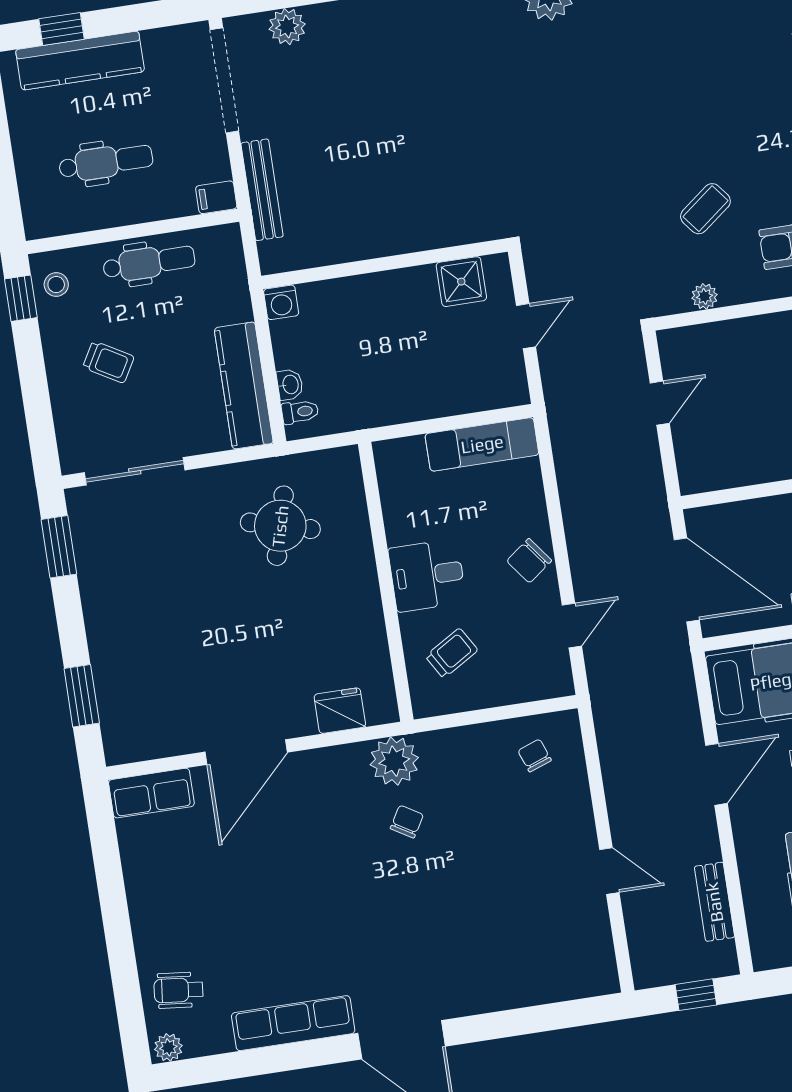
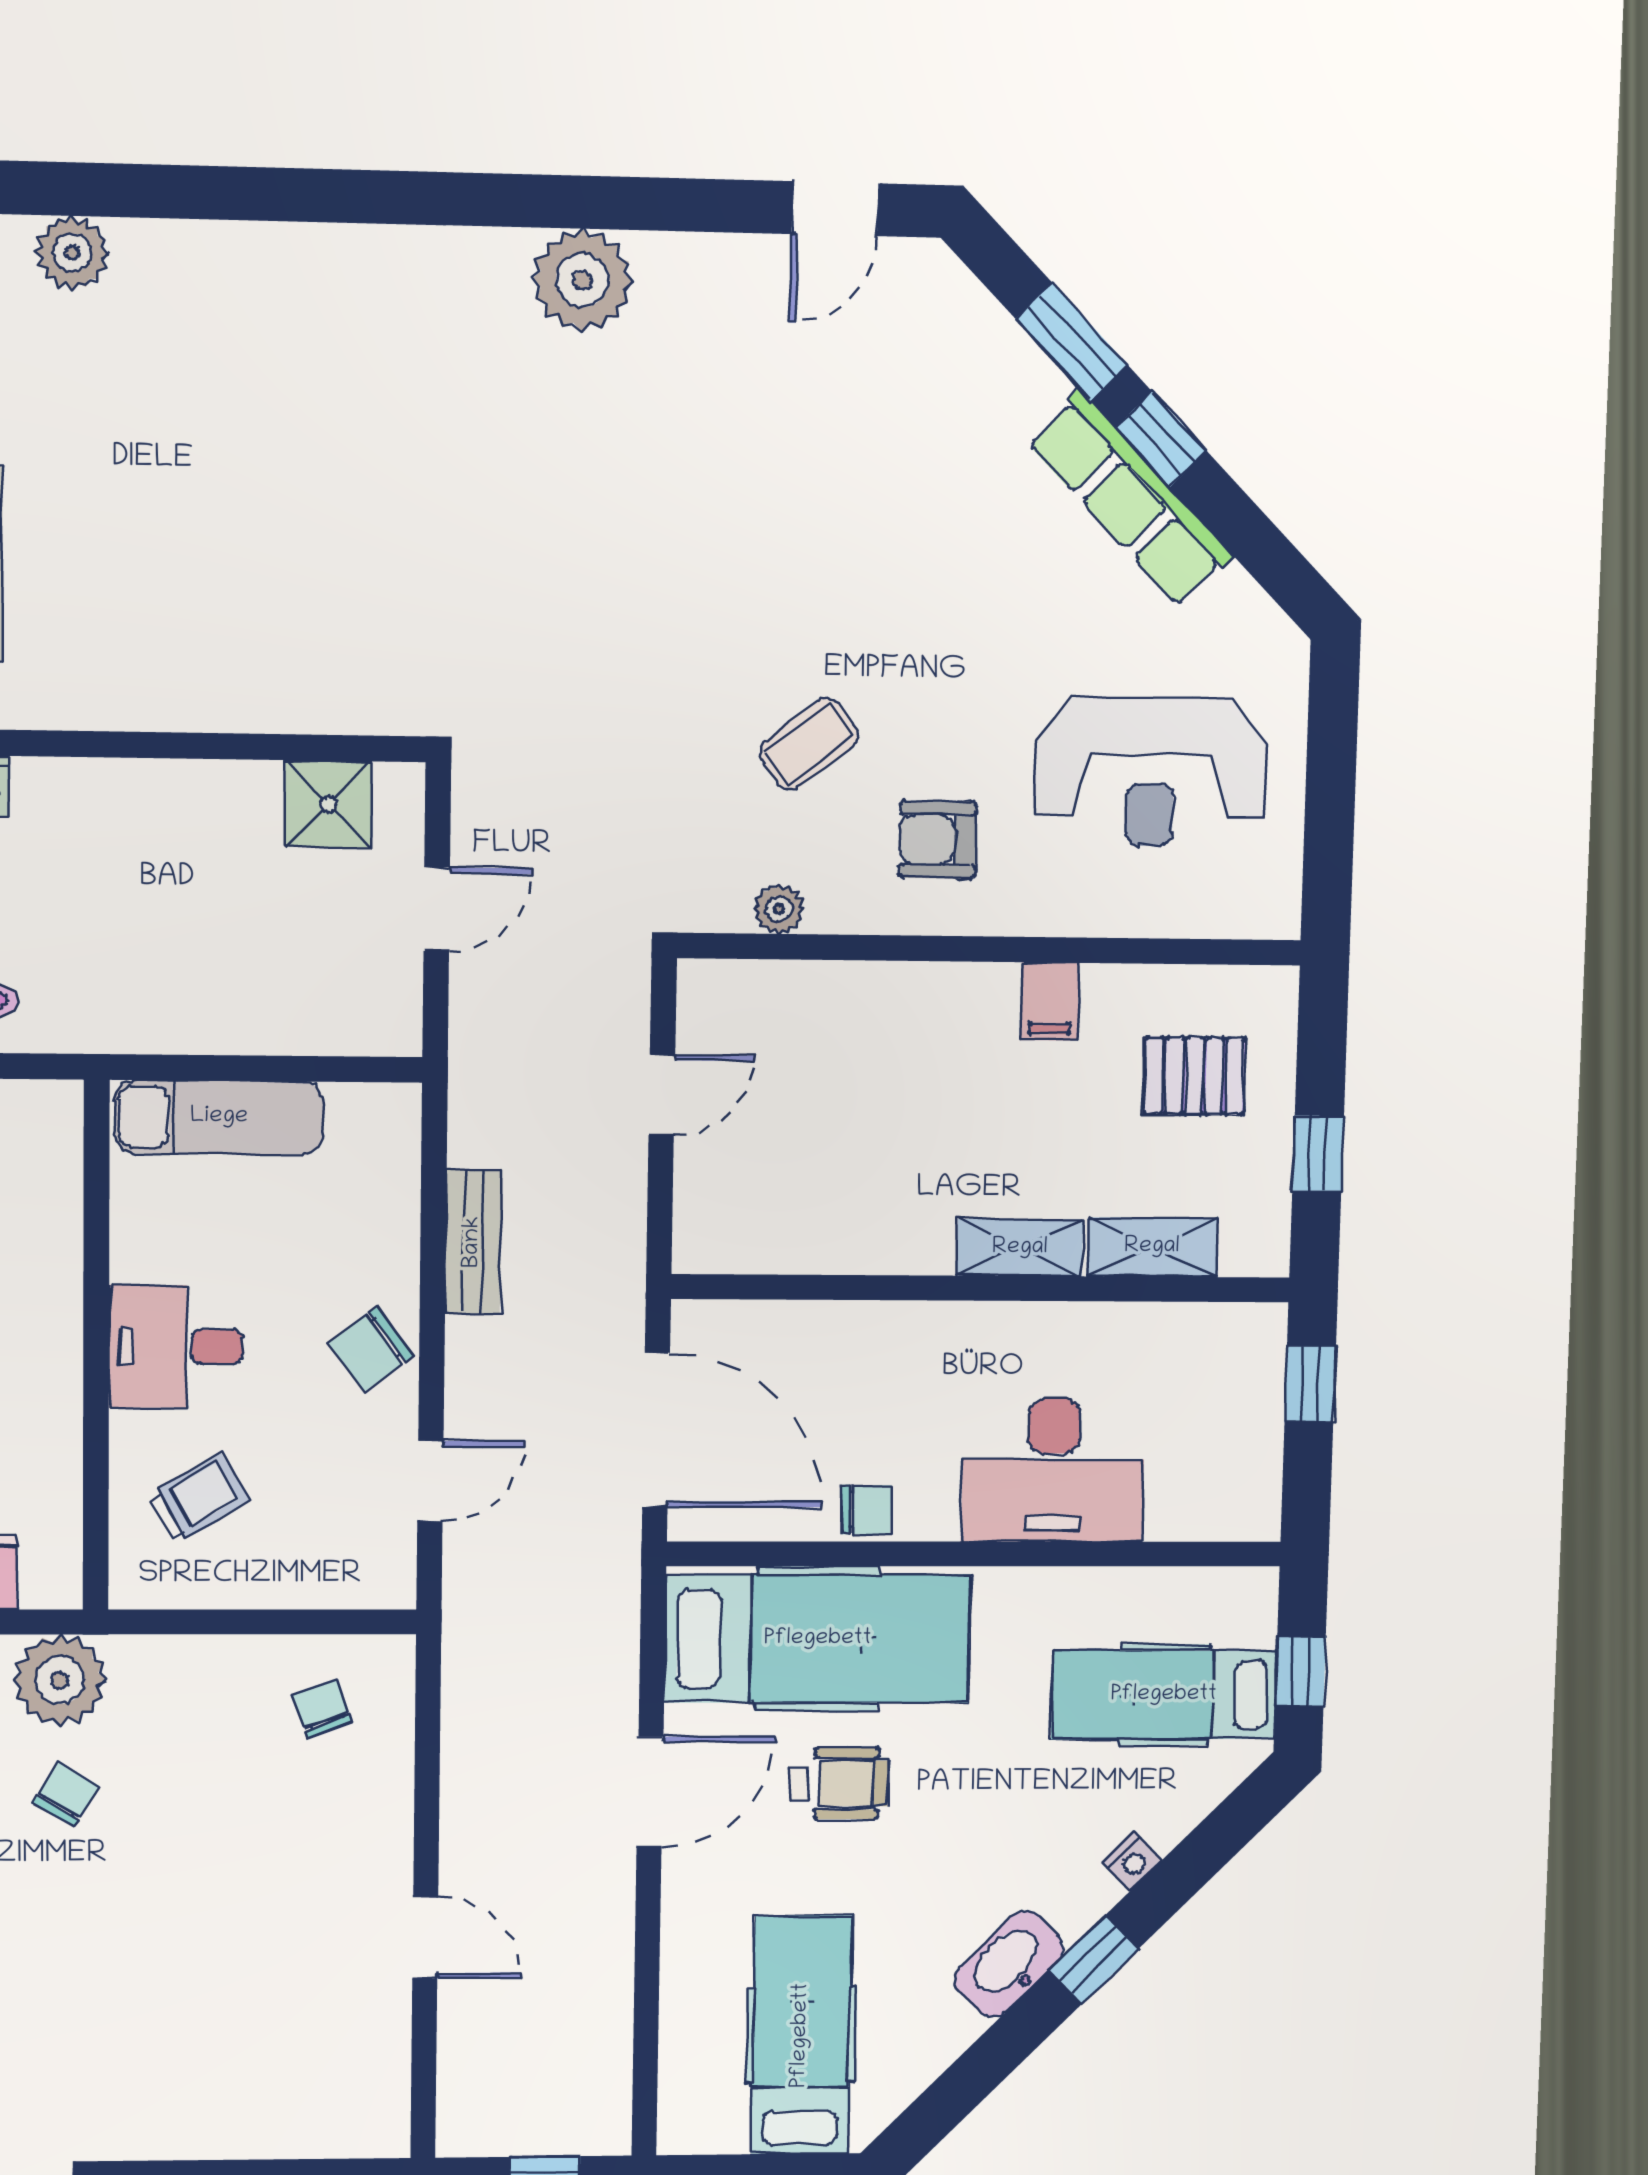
exam couch: (482, 444) -> (219, 1117), moved
bench: (714, 902) -> (473, 1242), moved

